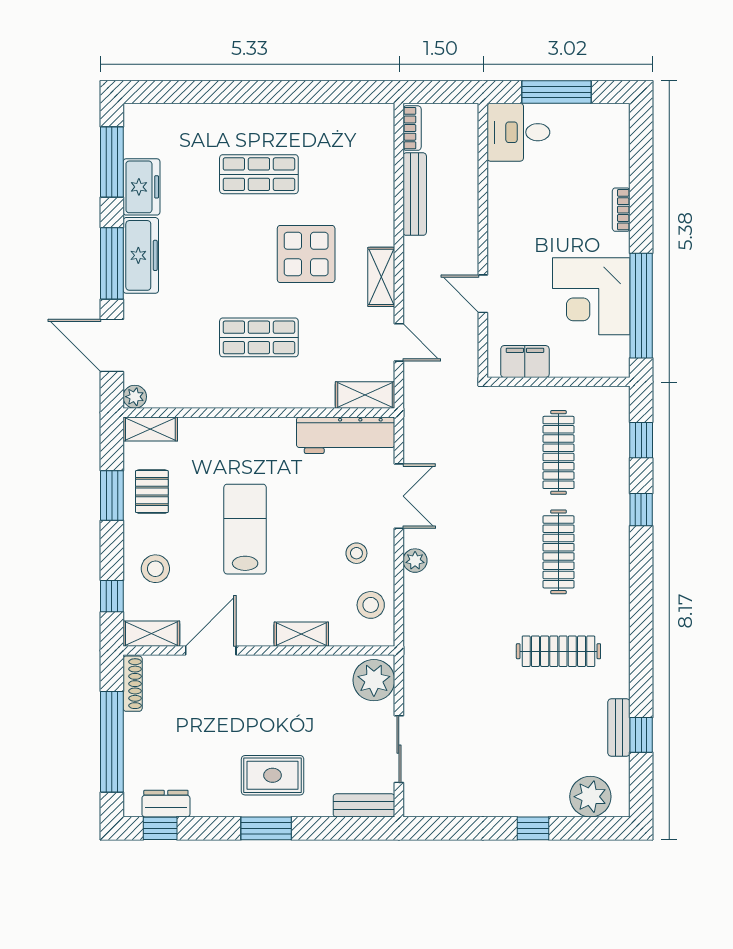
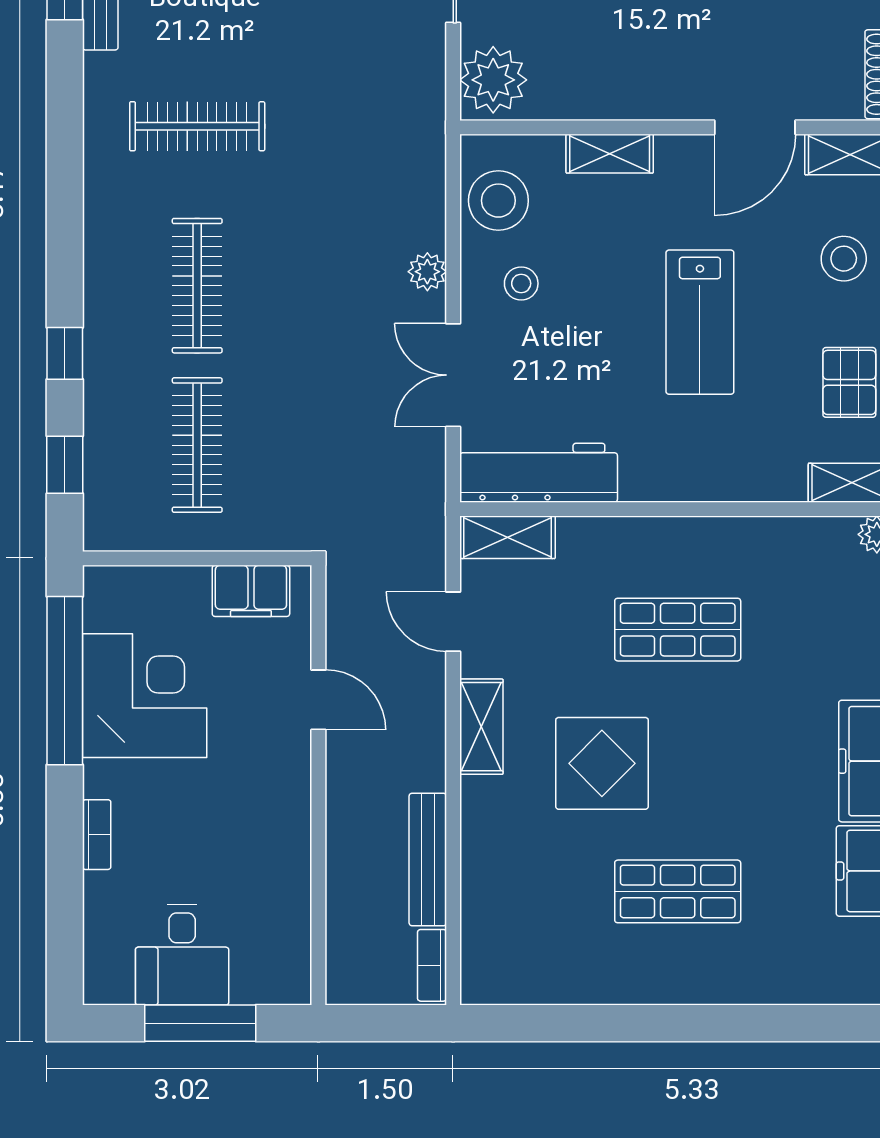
desk: (518, 132) -> (182, 955), moved, turned 90
stool: (371, 605) -> (498, 201), width x1.38, depth x1.38

